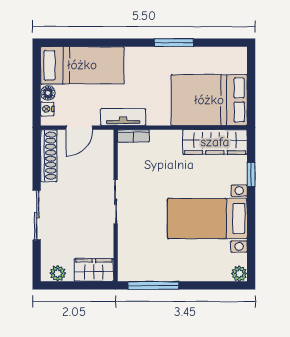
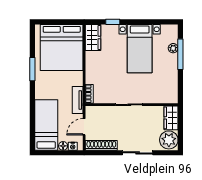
bed: (209, 100) -> (62, 48), width x1.36
door: (79, 128) -> (84, 127), swing flipped
wardrobe: (215, 142) -> (93, 37), width x0.67
plant: (58, 273) -> (169, 140), width x1.87, depth x1.87
plant: (239, 274) -> (173, 48), moved
window: (153, 285) -> (180, 54), moved

